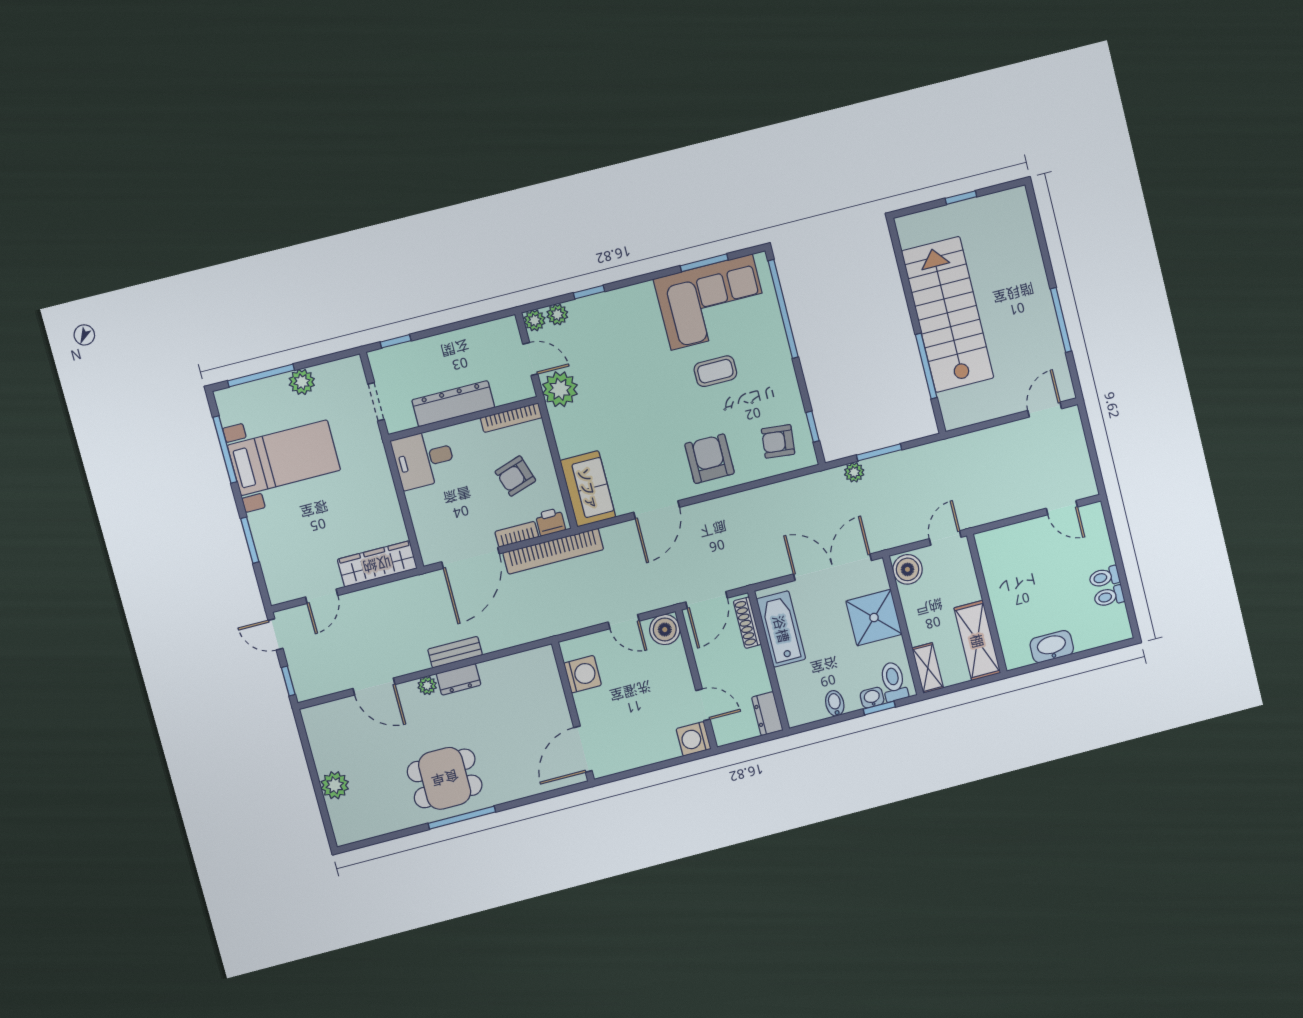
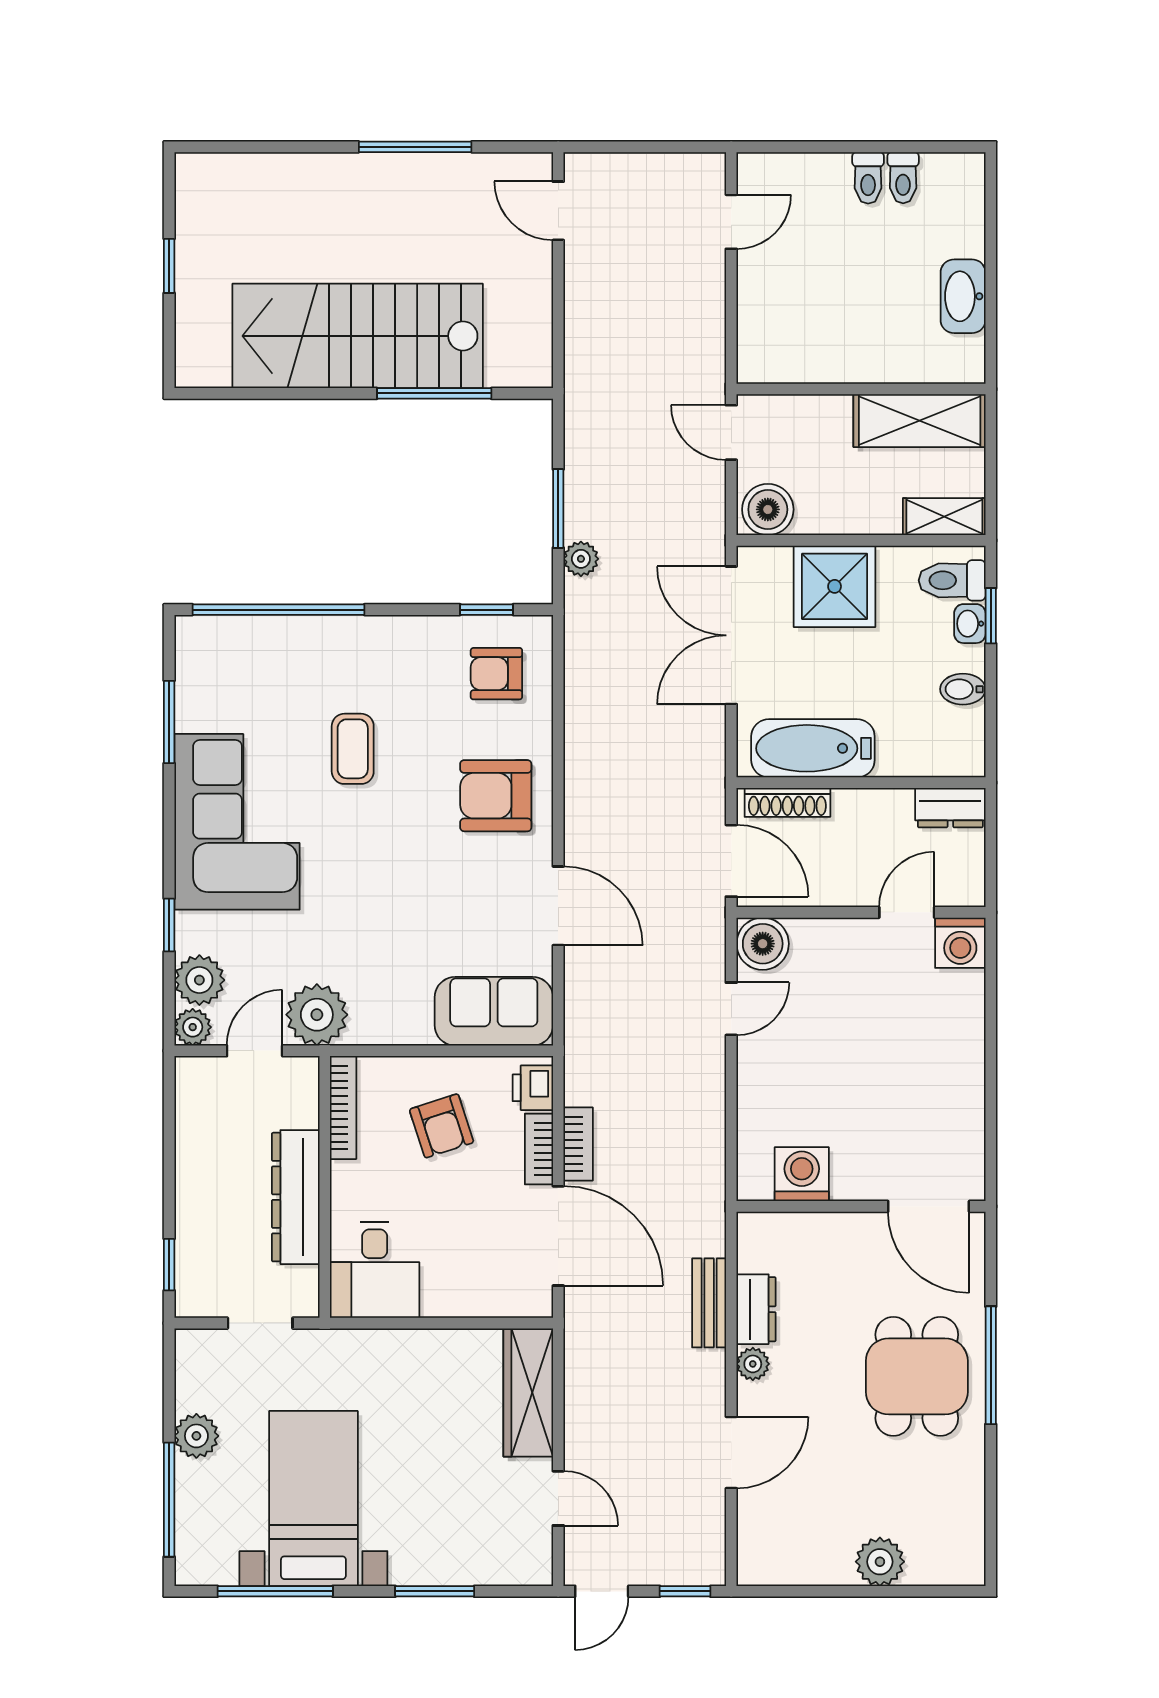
corner sofa: (712, 302) -> (237, 822), moved
plant: (557, 314) -> (199, 980), width x1.38, depth x1.38
armchair: (778, 441) -> (496, 674), turned 84
bookcase: (553, 551) -> (578, 1144), width x0.43, depth x0.76
washing machine: (583, 674) -> (802, 1174), moved
wall: (573, 712) -> (861, 1206), moved
door: (583, 749) -> (929, 1206), moved

